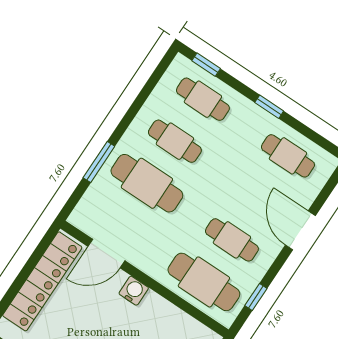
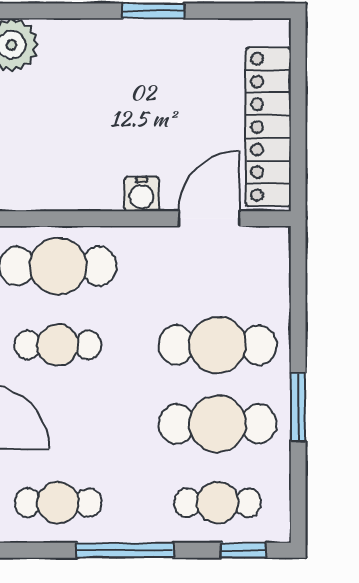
window: (269, 107) -> (125, 550), width x2.17
cafe table: (175, 141) -> (218, 424), width x1.37, depth x1.35
window: (99, 162) -> (298, 407), moved

